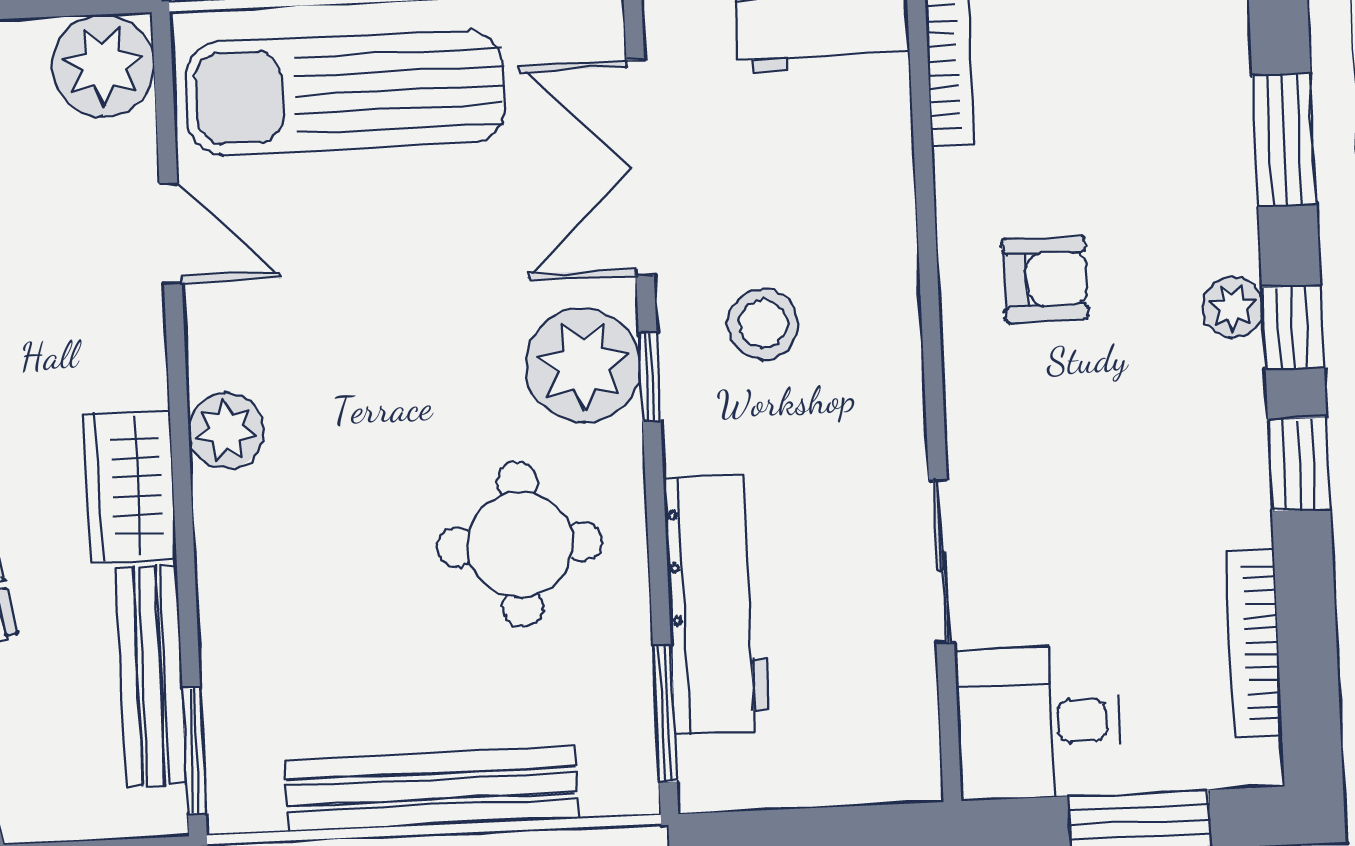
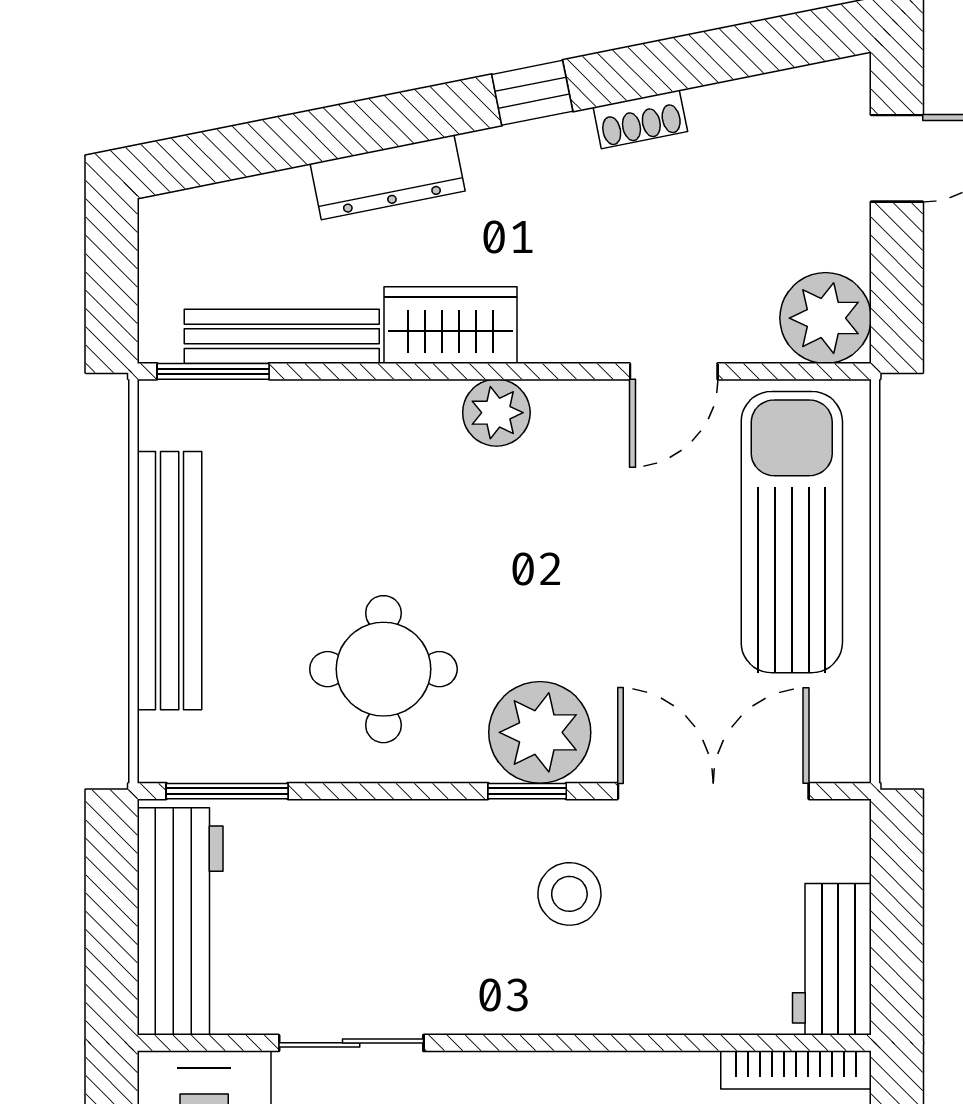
workbench: (717, 605) -> (180, 921), moved, turned -90

